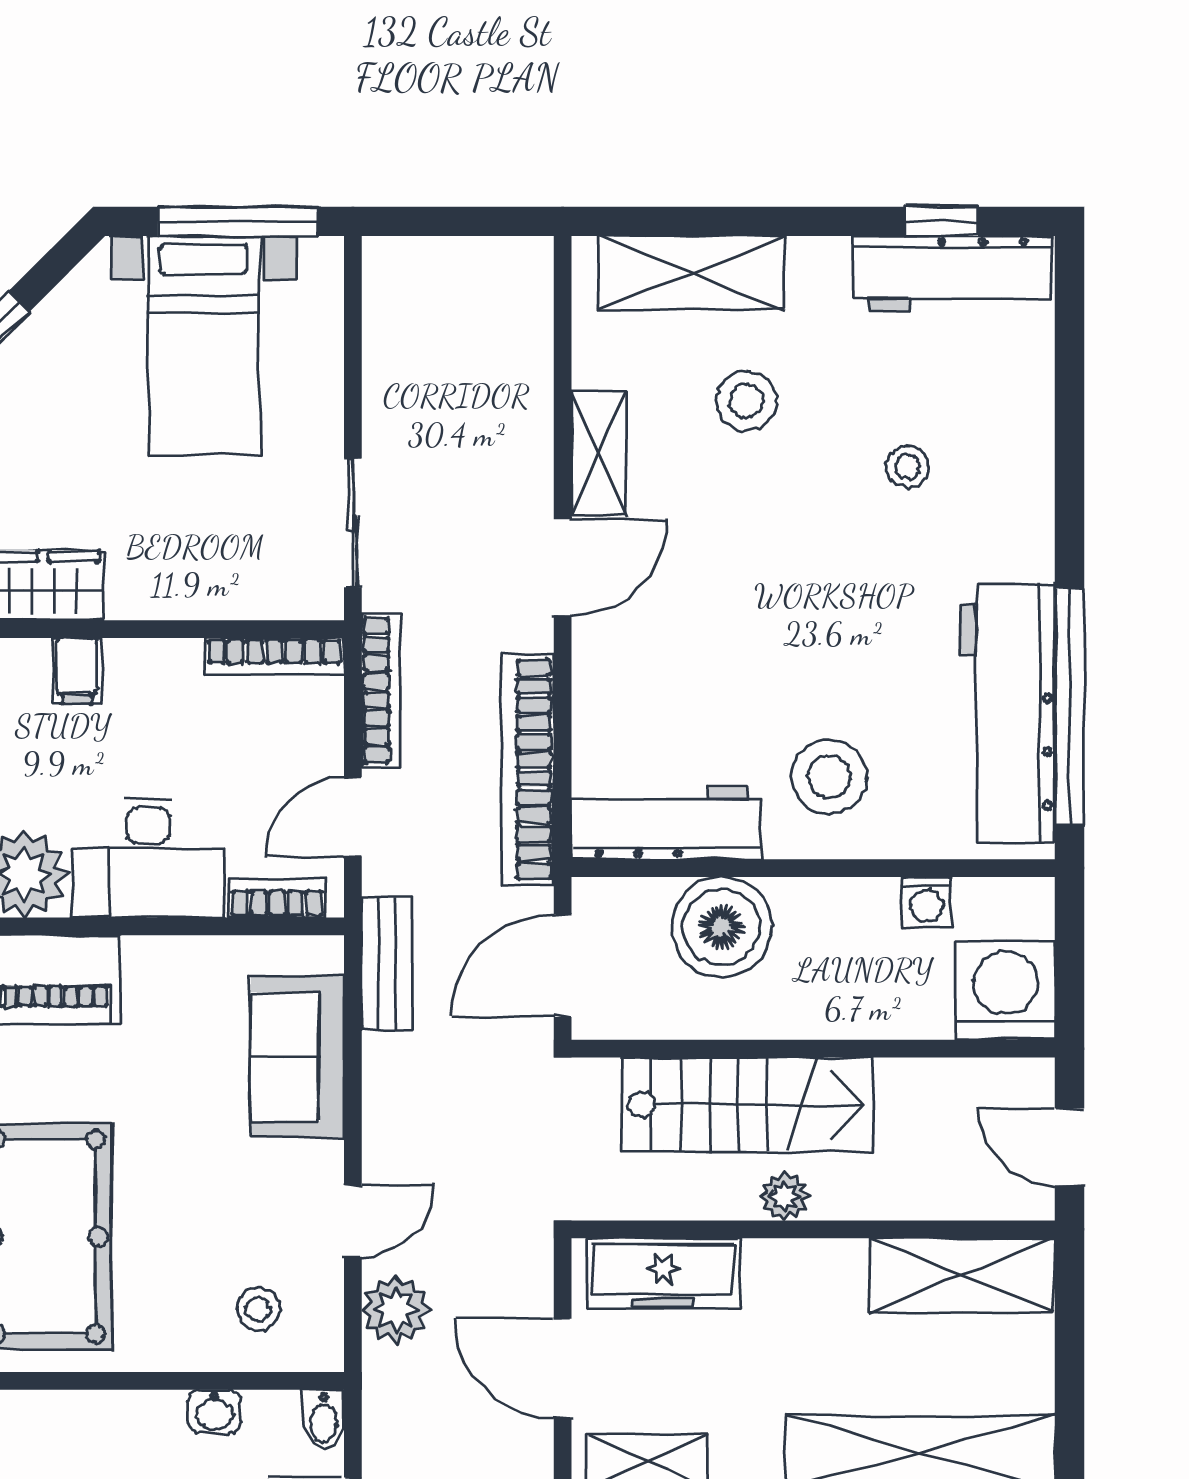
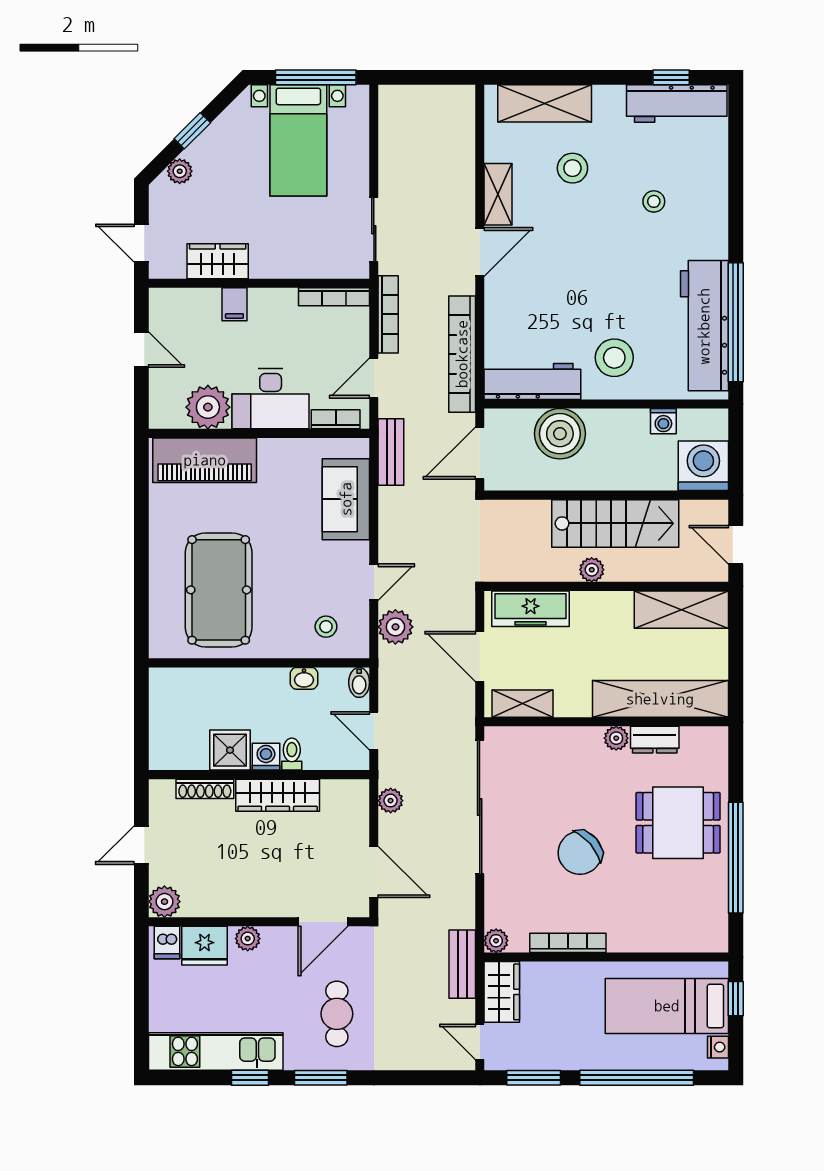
stairs: (747, 1105) -> (615, 523), moved

